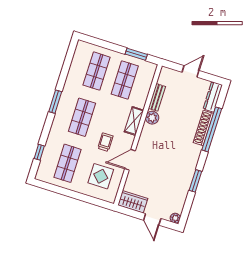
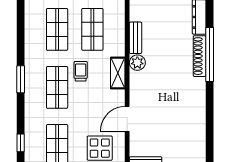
trolley: (105, 142) -> (81, 71), moved
window: (195, 181) -> (210, 119), removed

